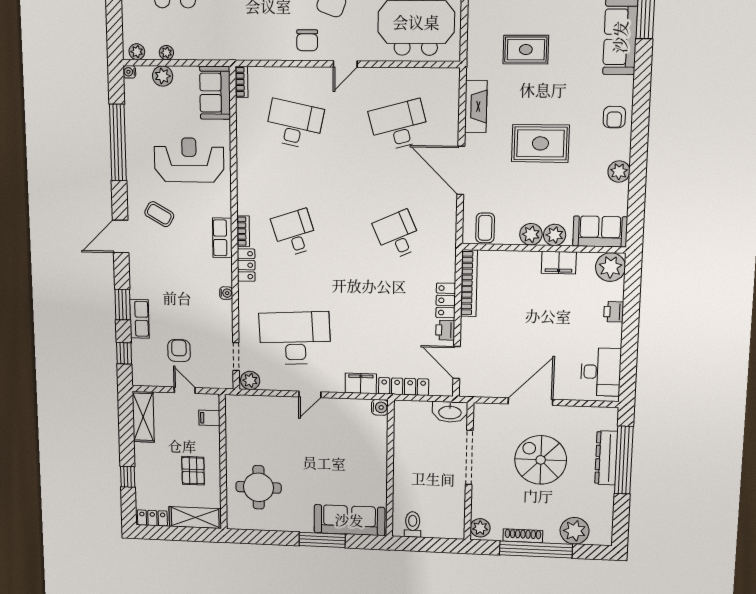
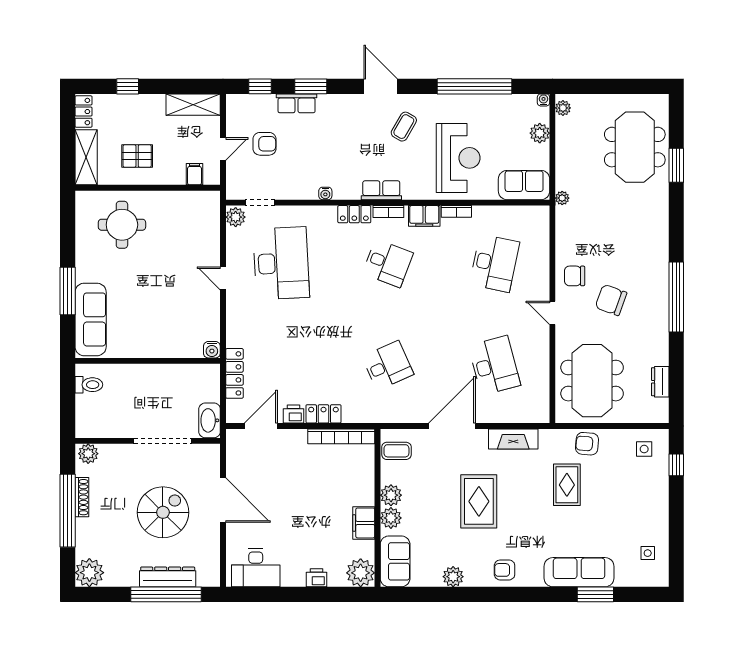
armchair: (483, 28) -> (587, 444), added
plant: (166, 53) -> (562, 198), moved
bookcase: (242, 82) -> (456, 211), moved
desk: (295, 233) -> (388, 263), turned 39
filing cabinet: (361, 383) -> (424, 216), moved, turned 90
plant: (575, 531) -> (89, 573), moved

